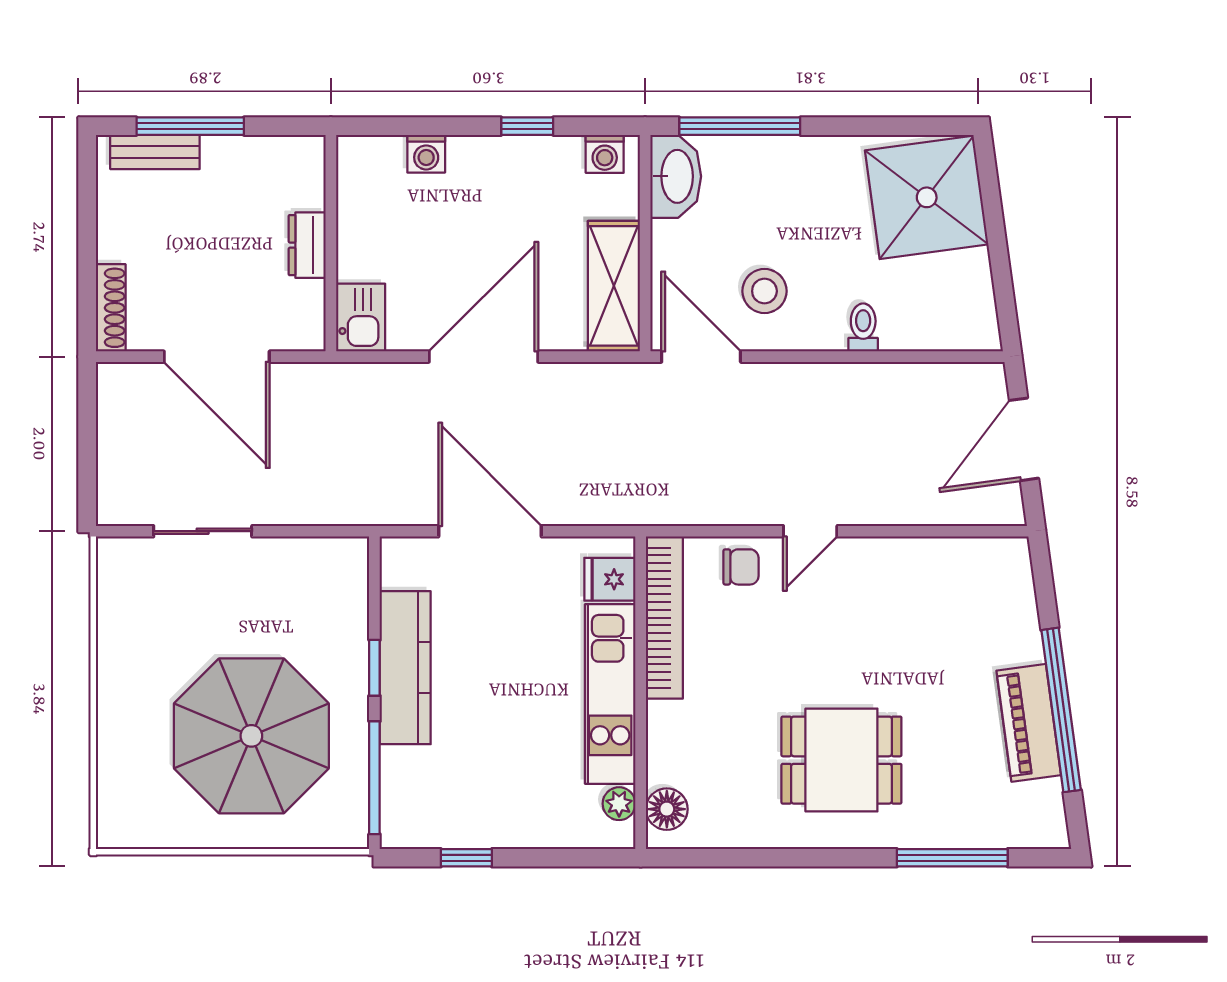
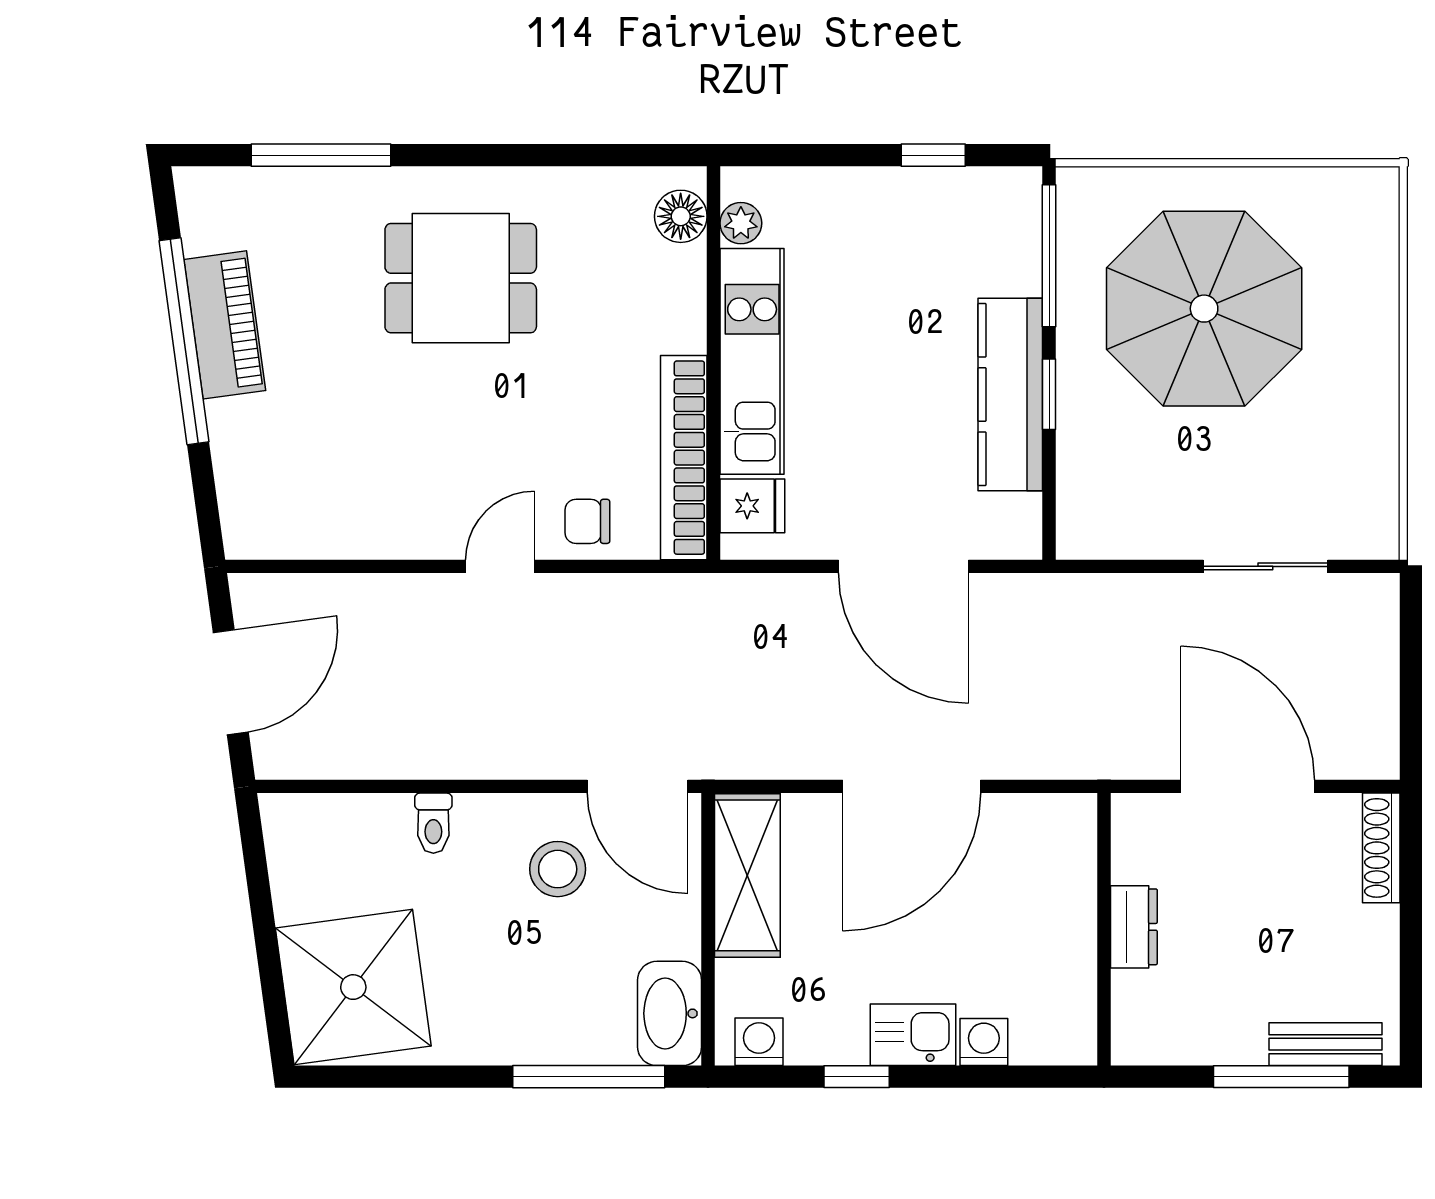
kitchen sink: (361, 318) -> (913, 1035), moved, turned 90

